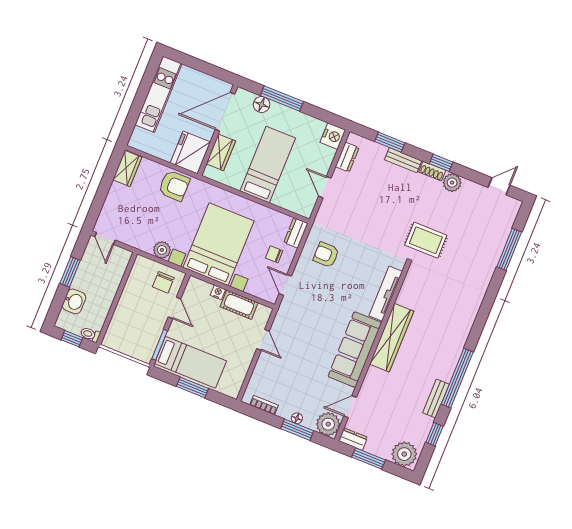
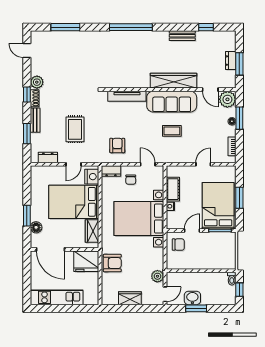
window: (282, 98) -> (27, 216), width x0.69
nightstand: (333, 136) -> (92, 177), moved, turned 90
wardrobe: (221, 152) -> (92, 231), moved, turned -90
bed: (268, 165) -> (74, 202), width x1.50
wardrobe: (127, 168) -> (130, 298), moved
armchair: (174, 186) -> (112, 263), turned 90
rug: (426, 240) -> (75, 129), moved
plant: (162, 250) -> (157, 276), moved
armchair: (326, 255) -> (117, 145), turned 180
door: (285, 285) -> (148, 164), swing flipped
washbasin: (74, 301) -> (192, 298), moved
coffee table: (316, 334) -> (172, 131), added
wardrobe: (392, 338) -> (173, 81), moved
door: (263, 340) -> (203, 164), moved
bed: (190, 362) -> (218, 206), width x1.50
window: (457, 378) -> (131, 27), moved
dresser: (353, 439) -> (231, 61), moved
plant: (404, 454) -> (227, 42), removed

